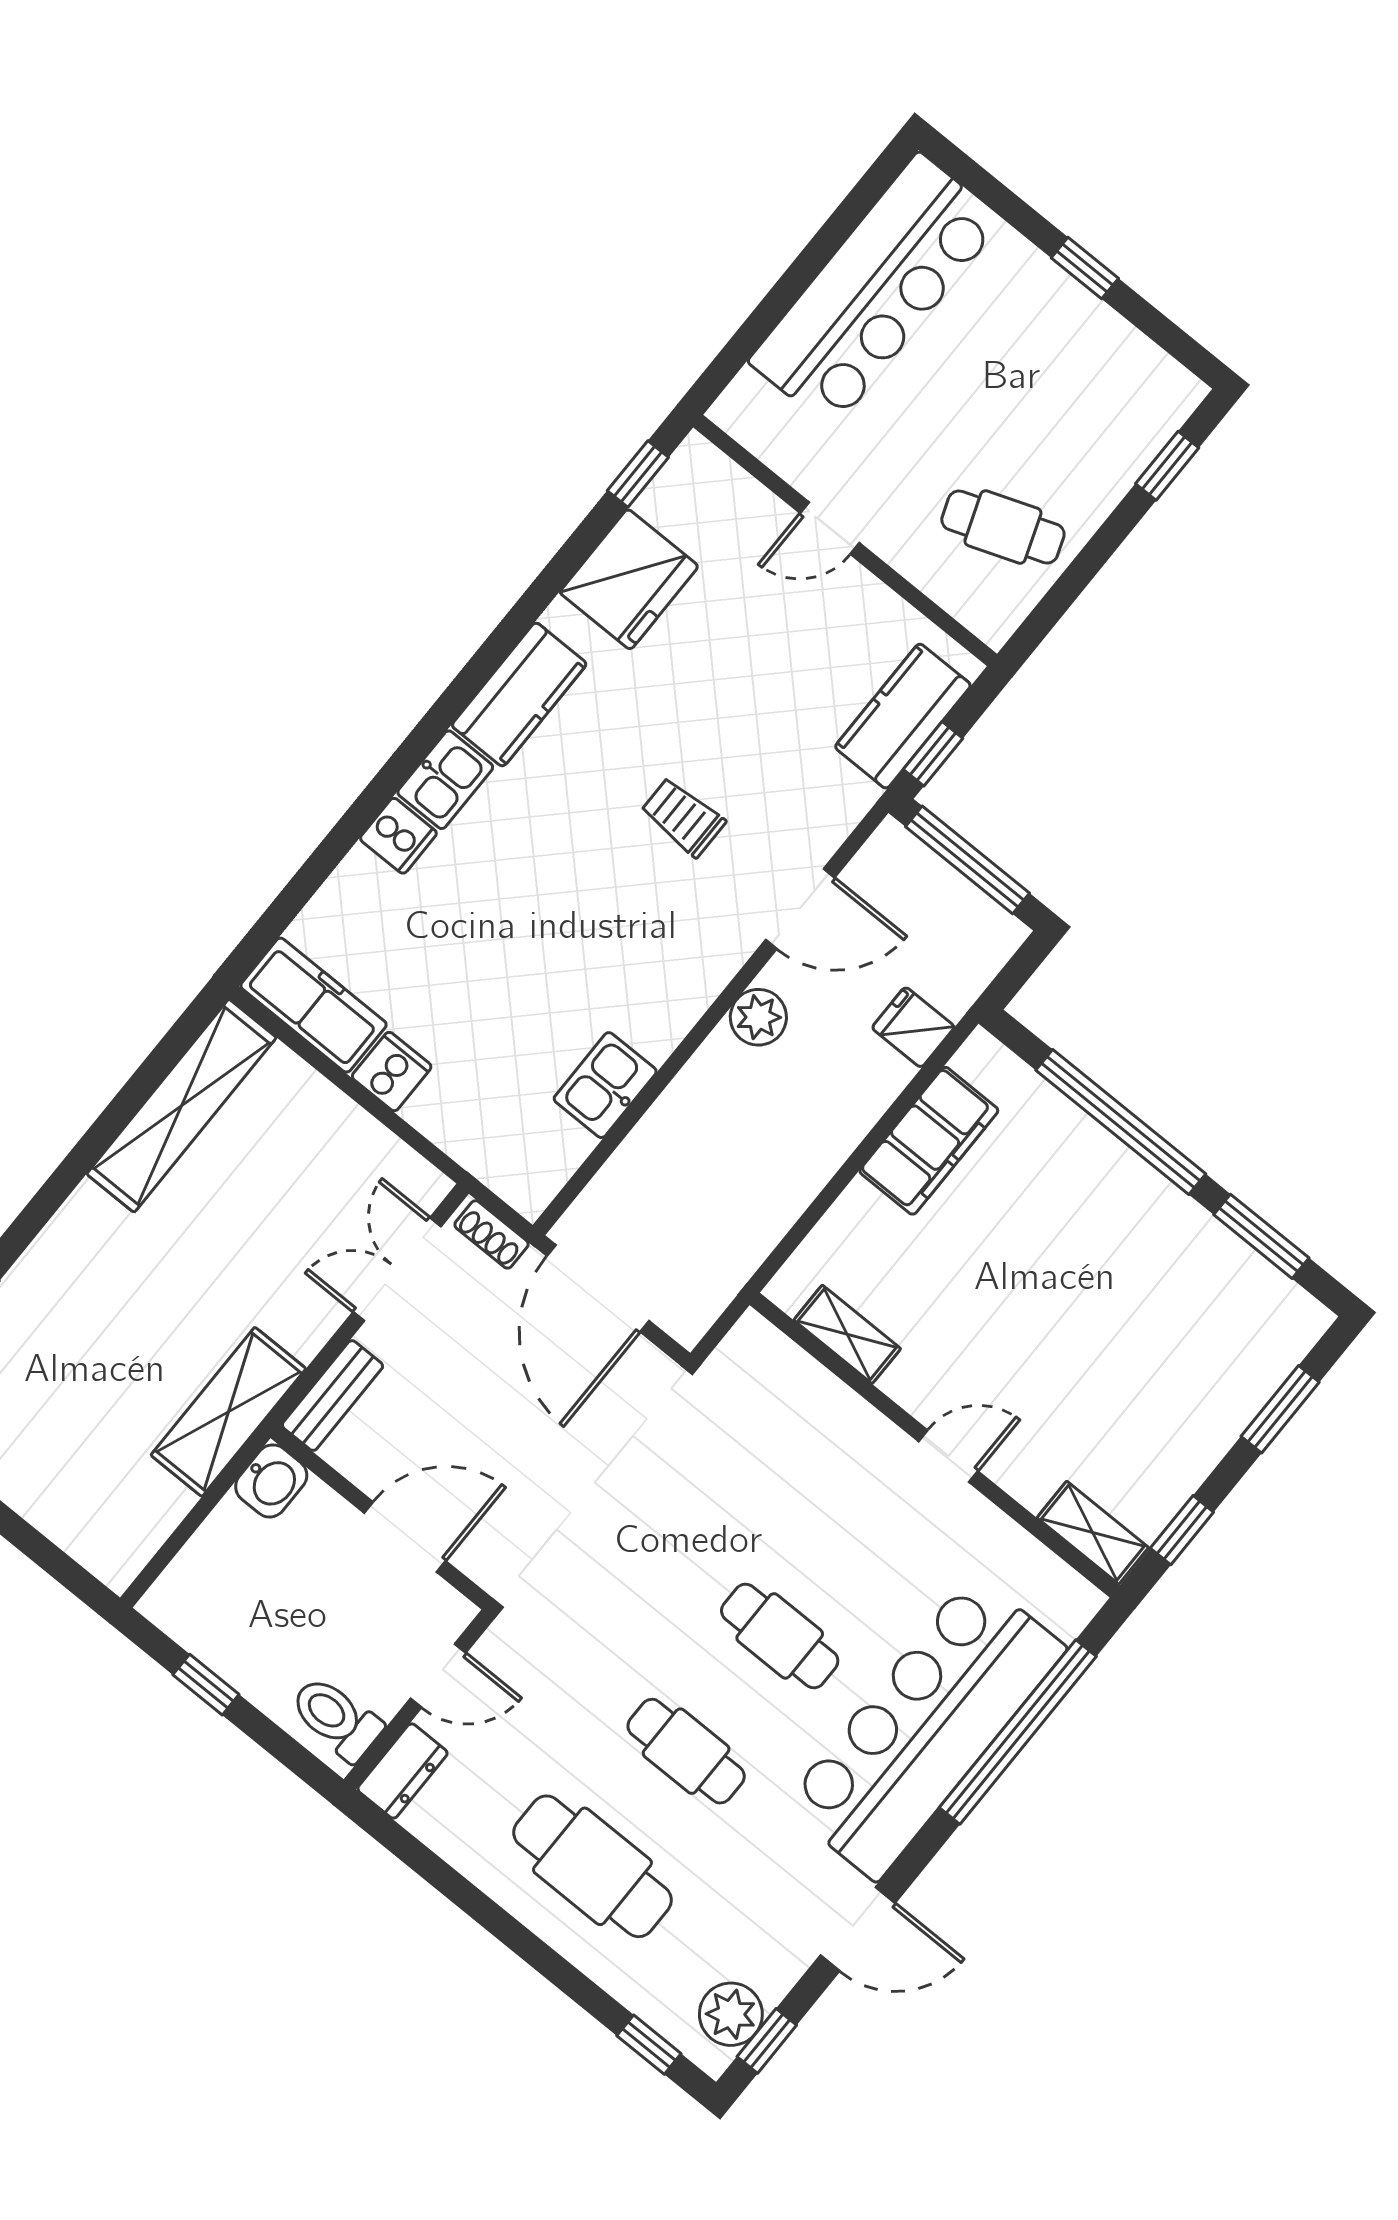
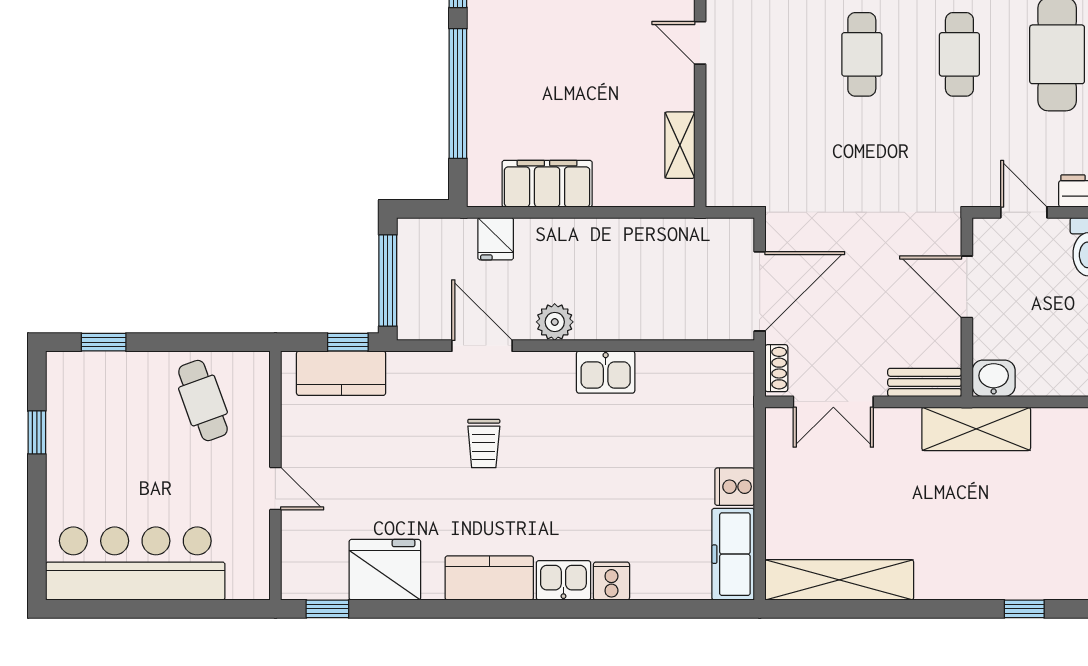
window: (1085, 268) -> (37, 432), moved
kitchen sink: (605, 1085) -> (606, 372), moved

